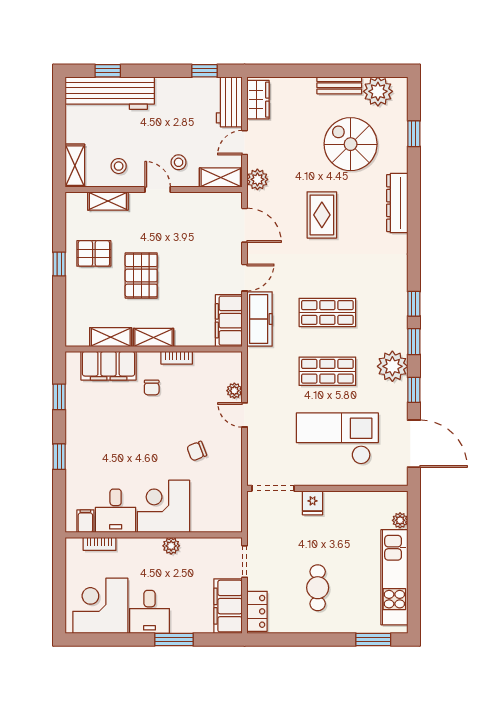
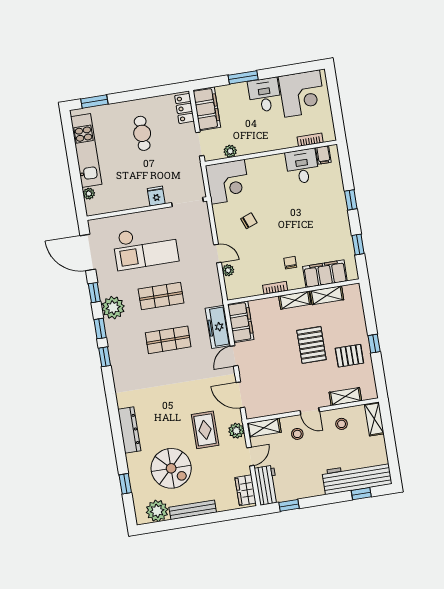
bench: (339, 85) -> (193, 510), width x1.36
rug: (322, 215) -> (205, 430), moved
corner desk: (163, 506) -> (228, 182), moved
plant: (171, 546) -> (230, 151), moved

